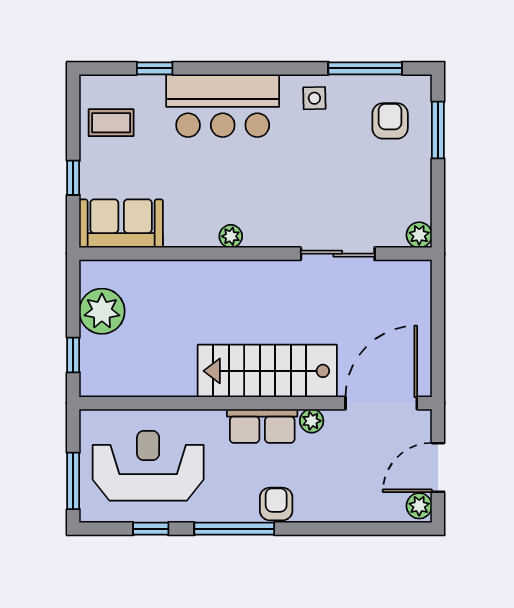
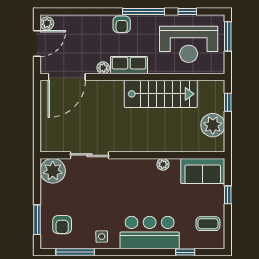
plant: (419, 235) -> (53, 171), width x1.88, depth x1.88
plant: (231, 236) -> (163, 164), moved
stairs: (267, 371) -> (161, 94), moved

